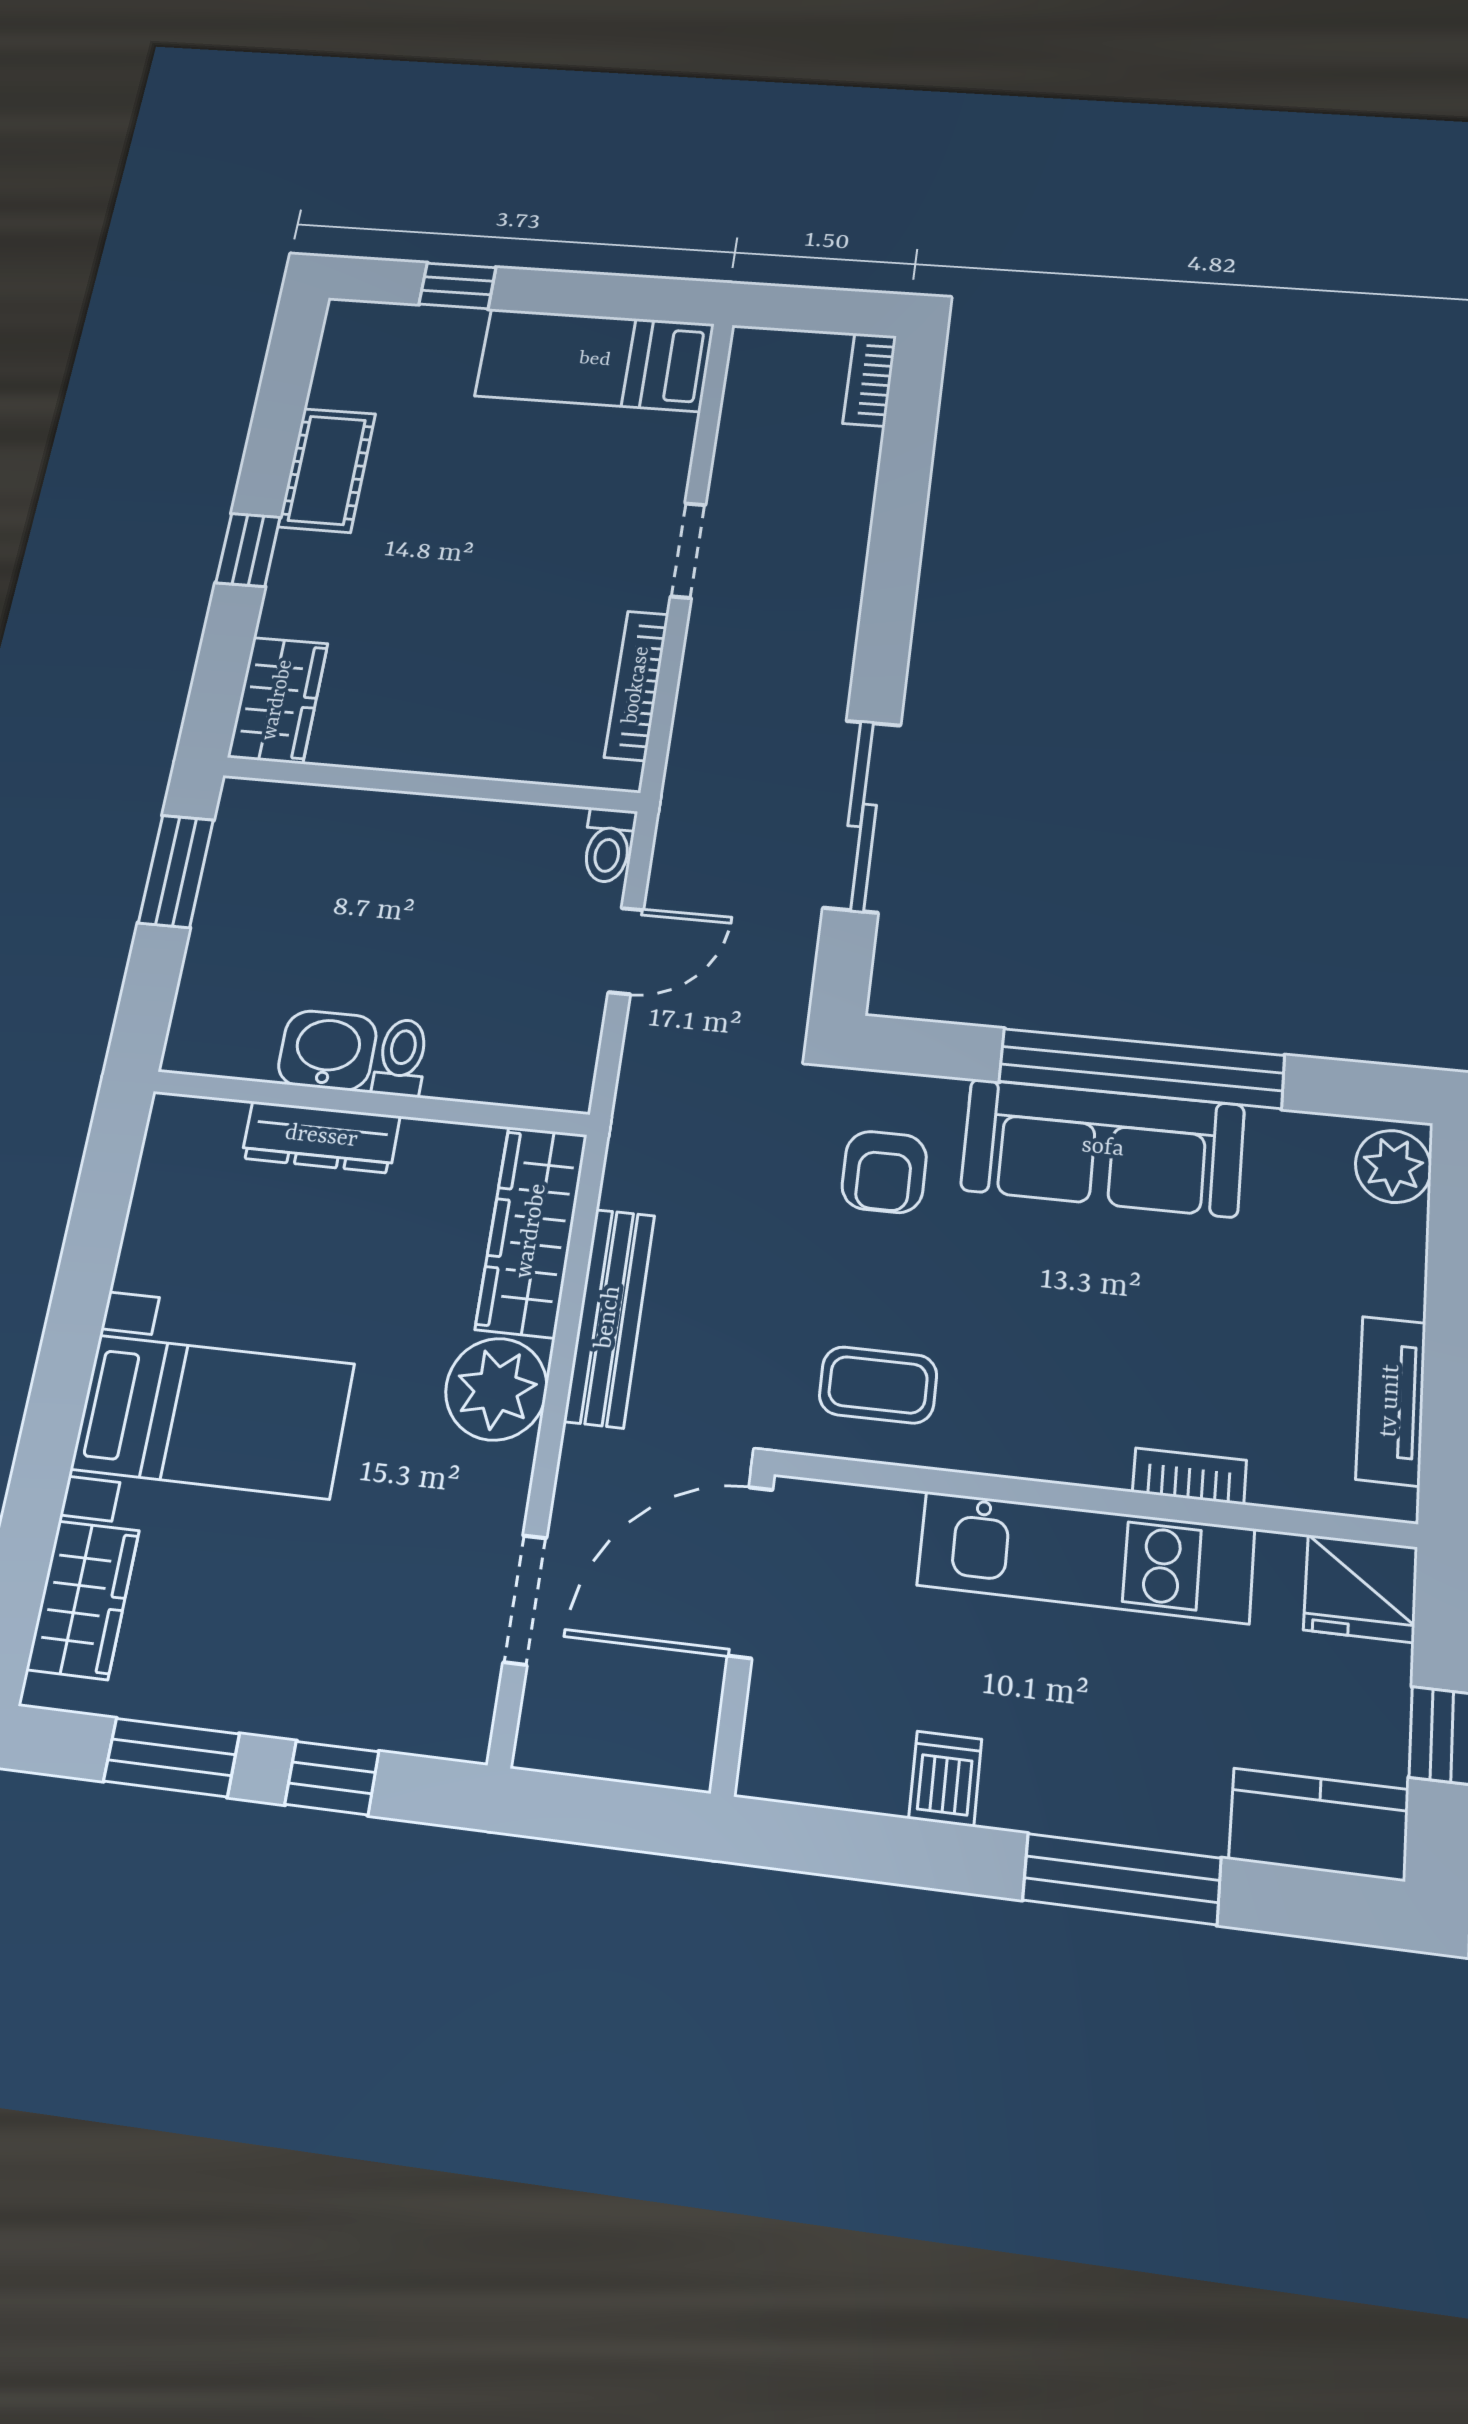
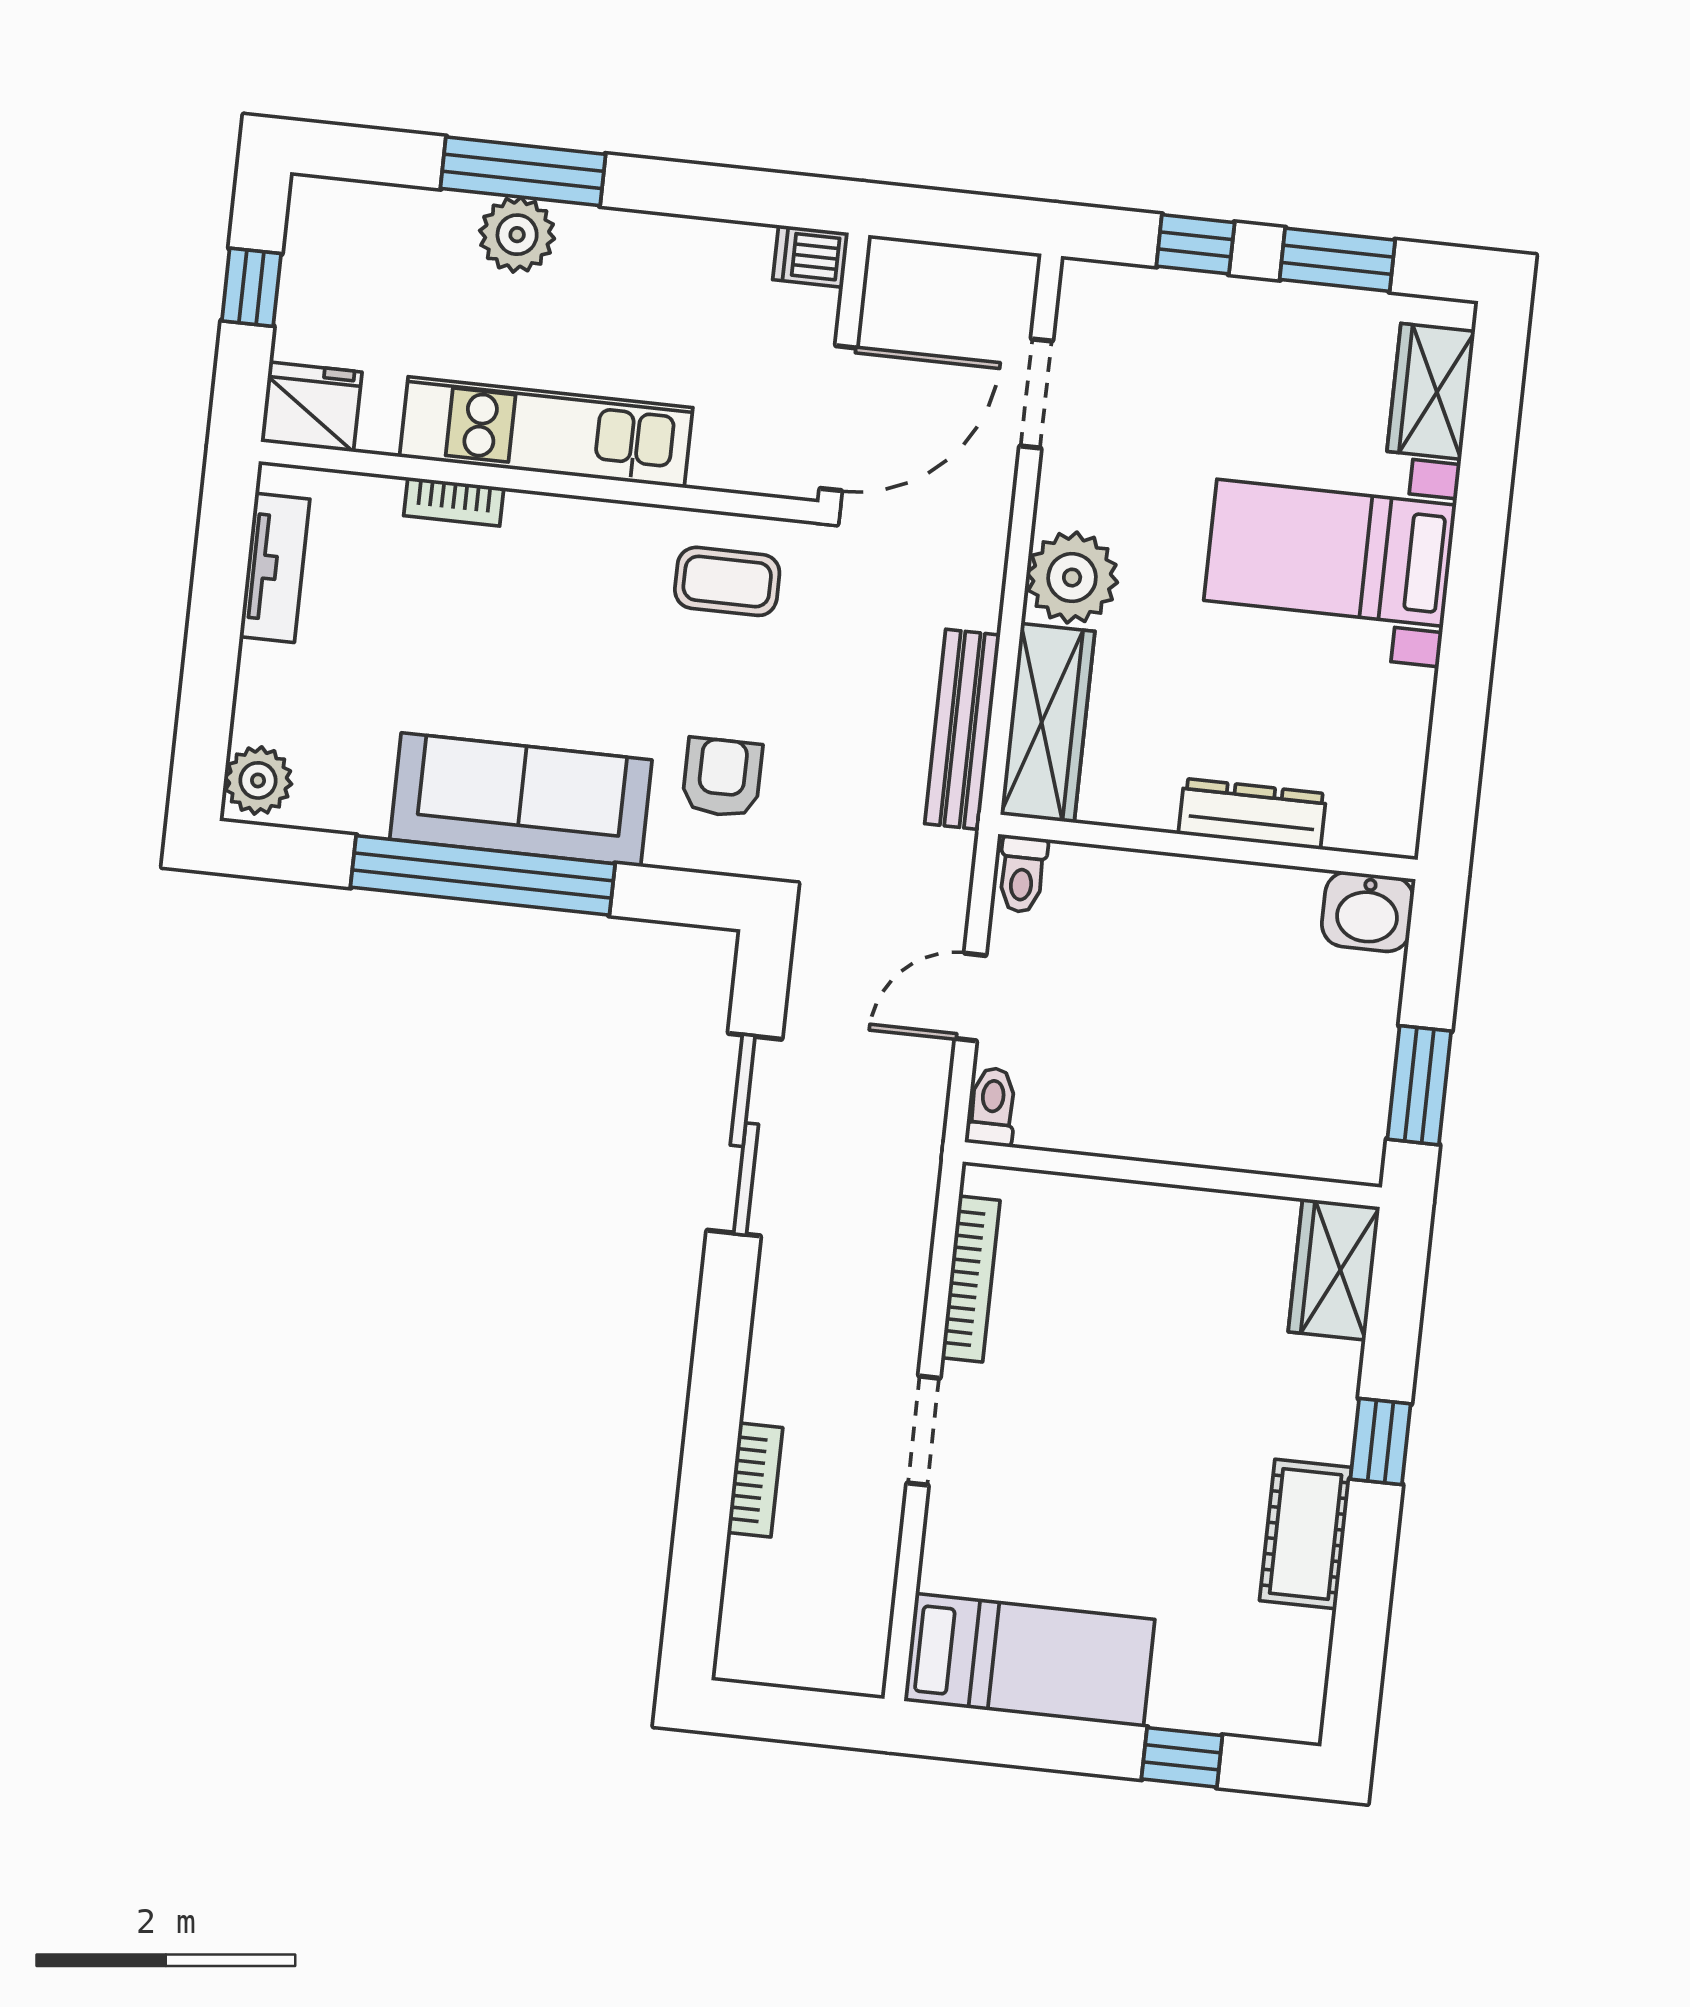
bookcase: (870, 380) -> (755, 1480), moved
washbasin: (327, 1050) -> (1368, 912), moved
toilet: (401, 1058) -> (1022, 874), moved
bench: (609, 1317) -> (962, 729), moved
dishwasher: (945, 1779) -> (811, 256), moved, turned 90
plant: (1127, 1798) -> (517, 235), added
kitchen counter: (1319, 1824) -> (358, 216), removed

